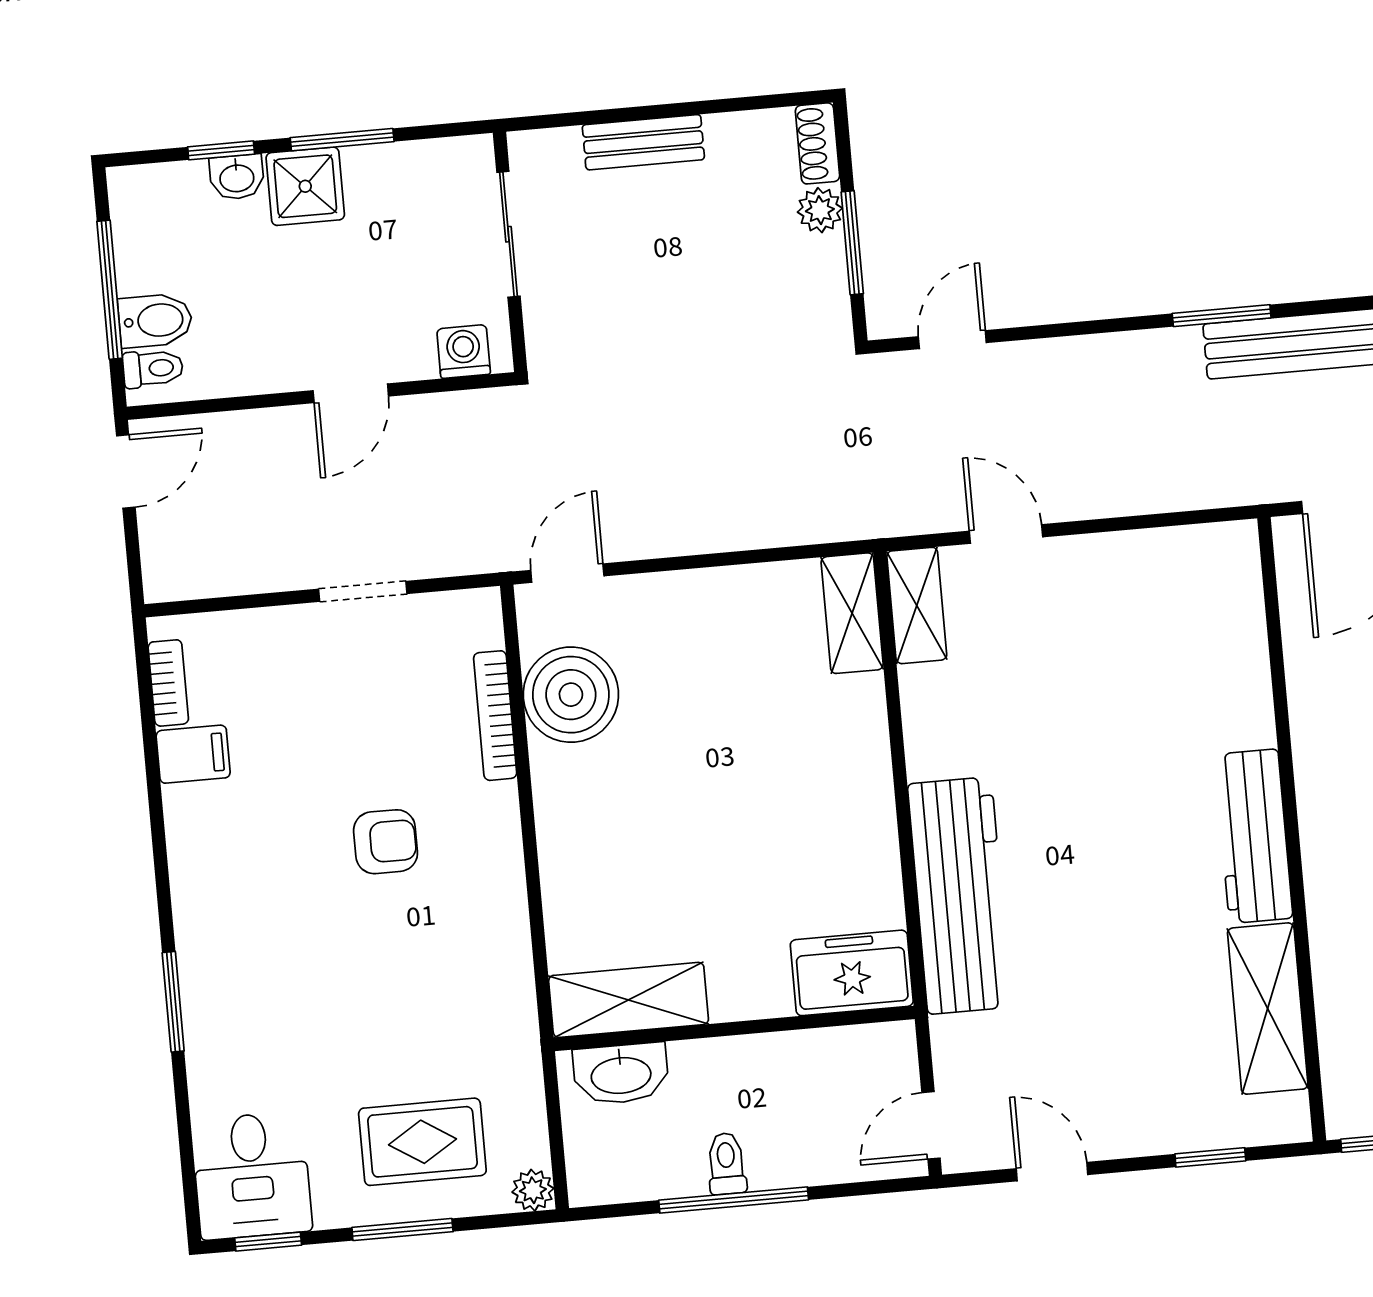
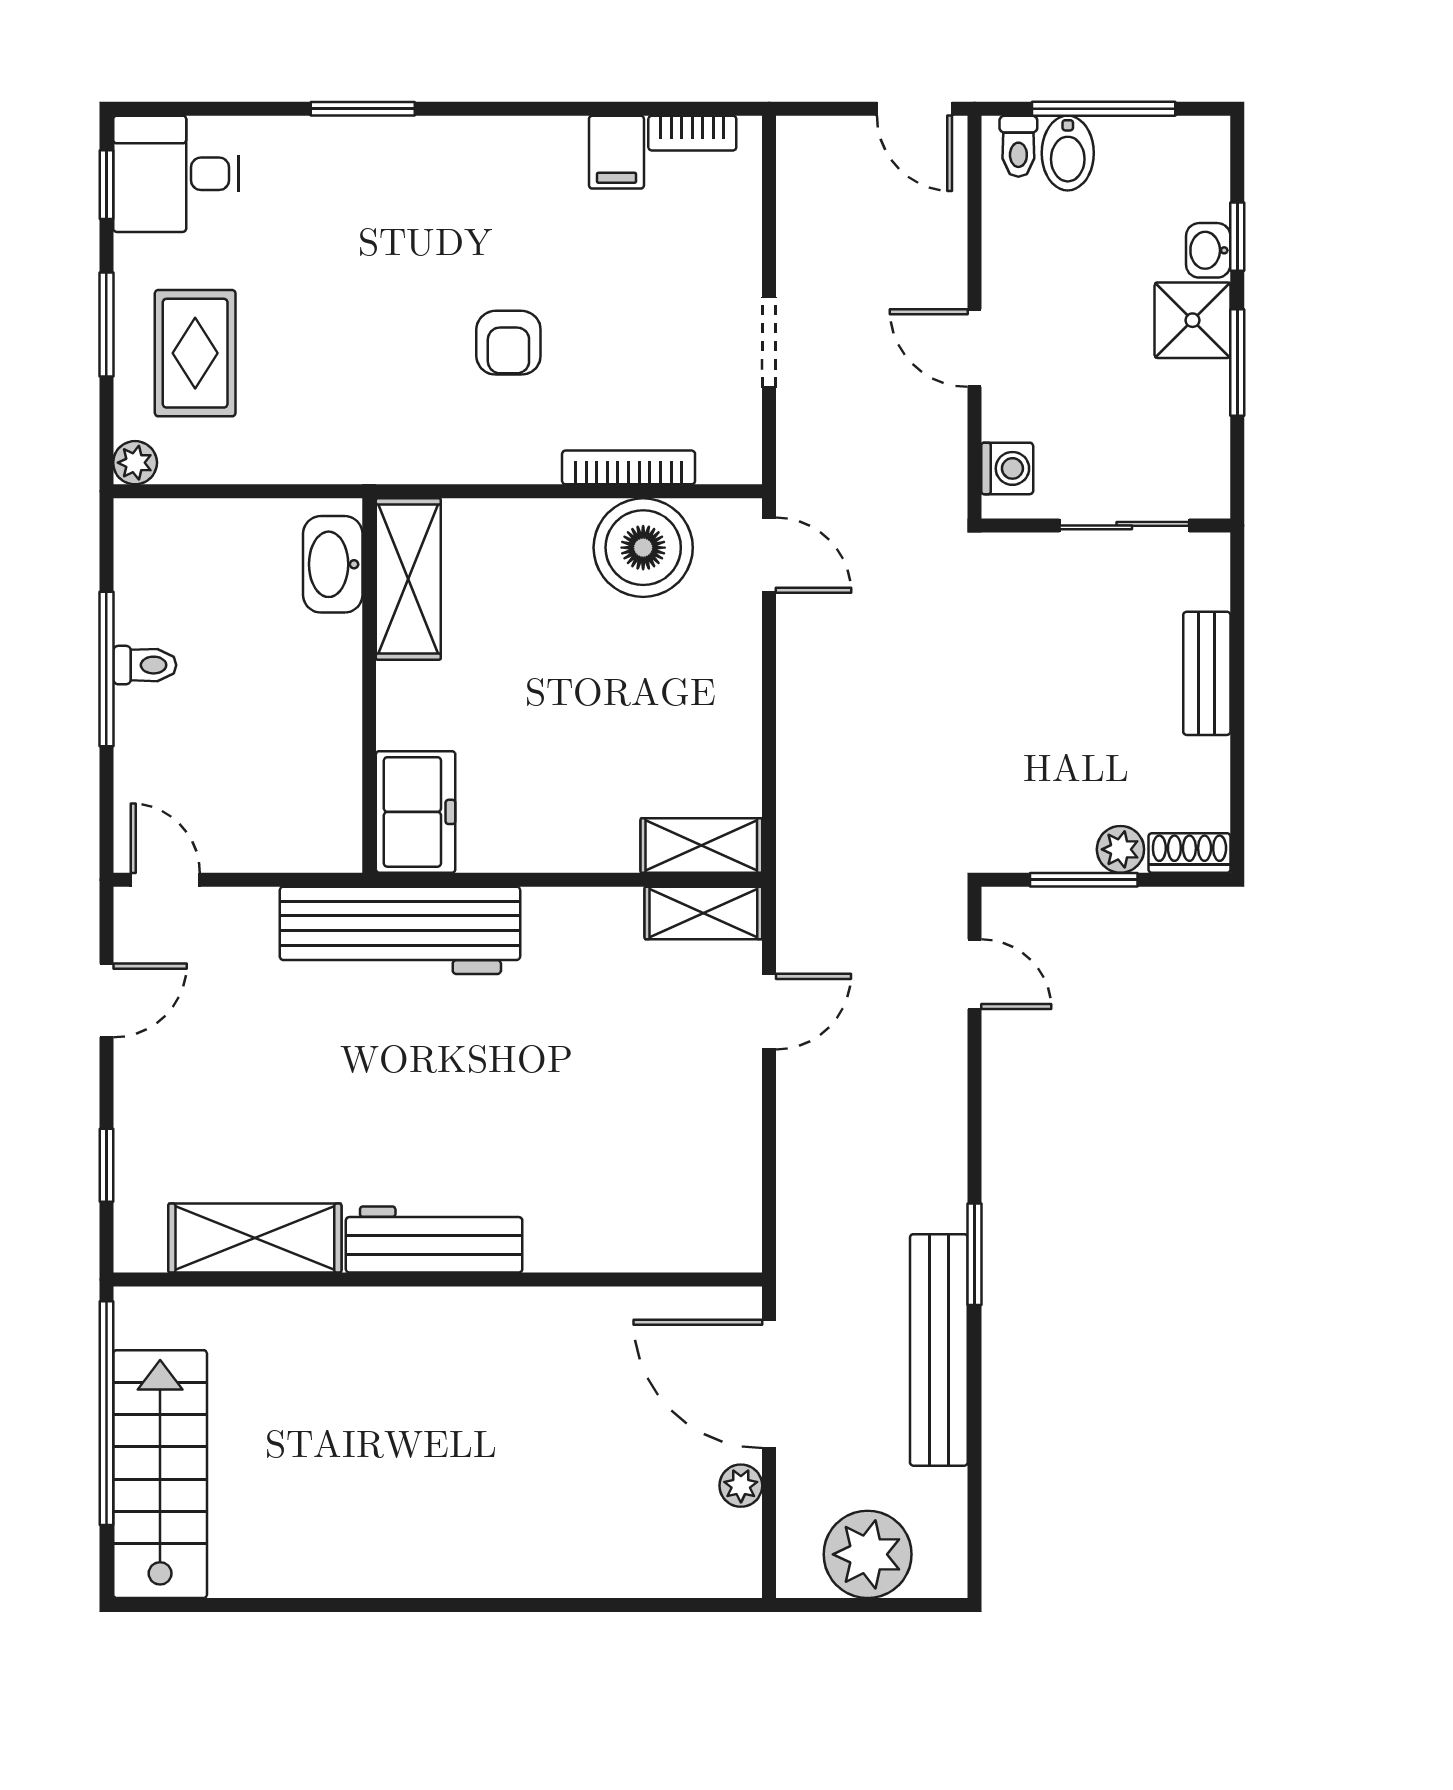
freezer: (852, 973) -> (416, 812), moved
shelving: (629, 1000) -> (408, 579), moved
wall: (734, 1028) -> (369, 686), moved
washbasin: (621, 1074) -> (333, 564), moved

